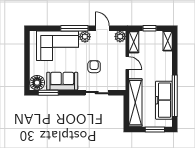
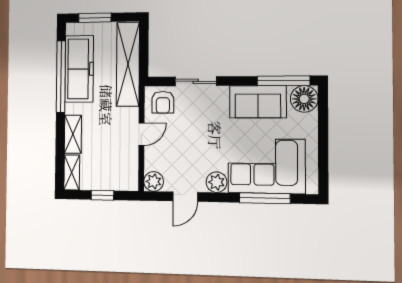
window: (74, 28) -> (265, 198), moved
door: (102, 28) -> (185, 197), hinge flipped
shelving: (134, 42) -> (73, 134), moved
door: (127, 63) -> (141, 134), swing flipped
armchair: (94, 67) -> (163, 102), moved
window: (48, 93) -> (283, 81), width x1.44

